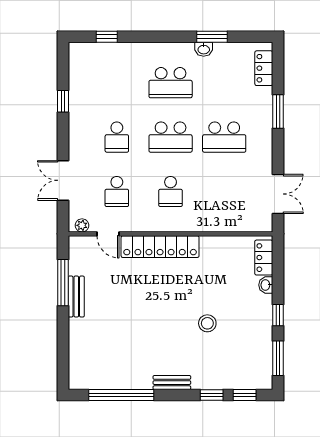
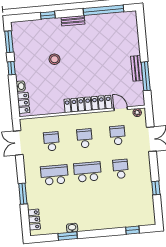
school desk: (171, 83) -> (51, 141), moved, width x0.54
window: (245, 395) -> (27, 17), removed

